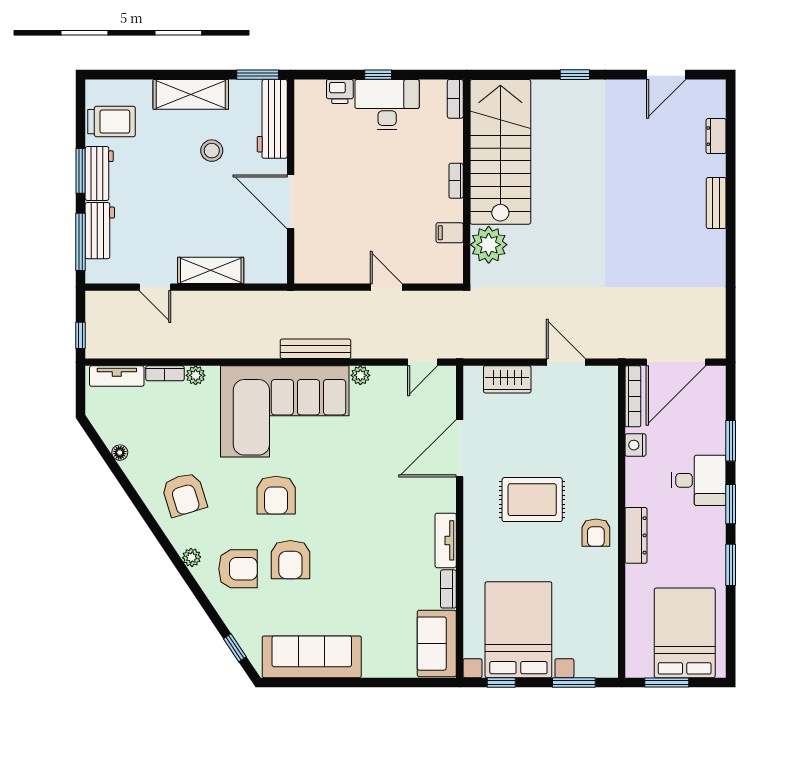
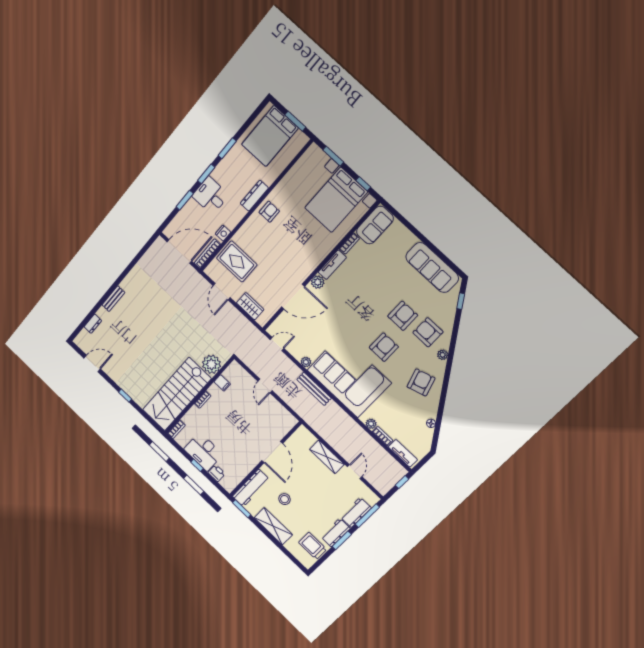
plant: (444, 499) -> (318, 282), added
rug: (532, 500) -> (237, 261), moved

